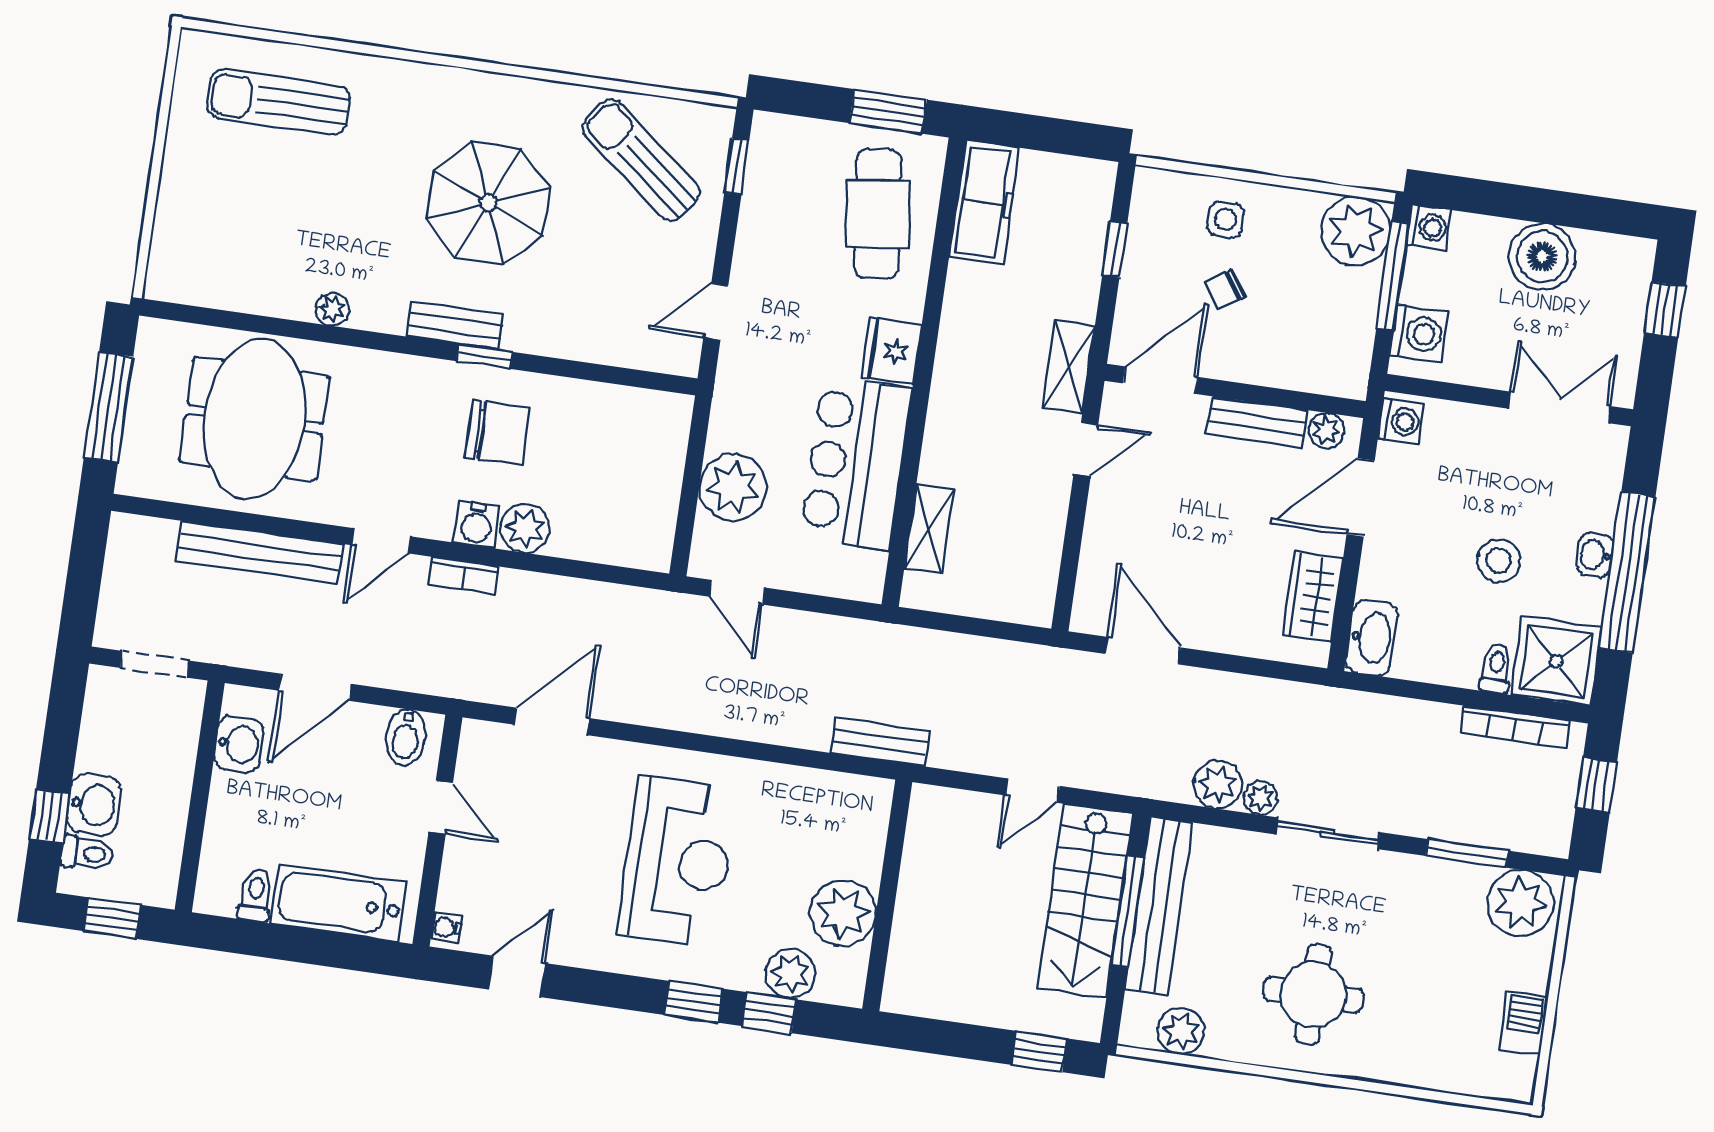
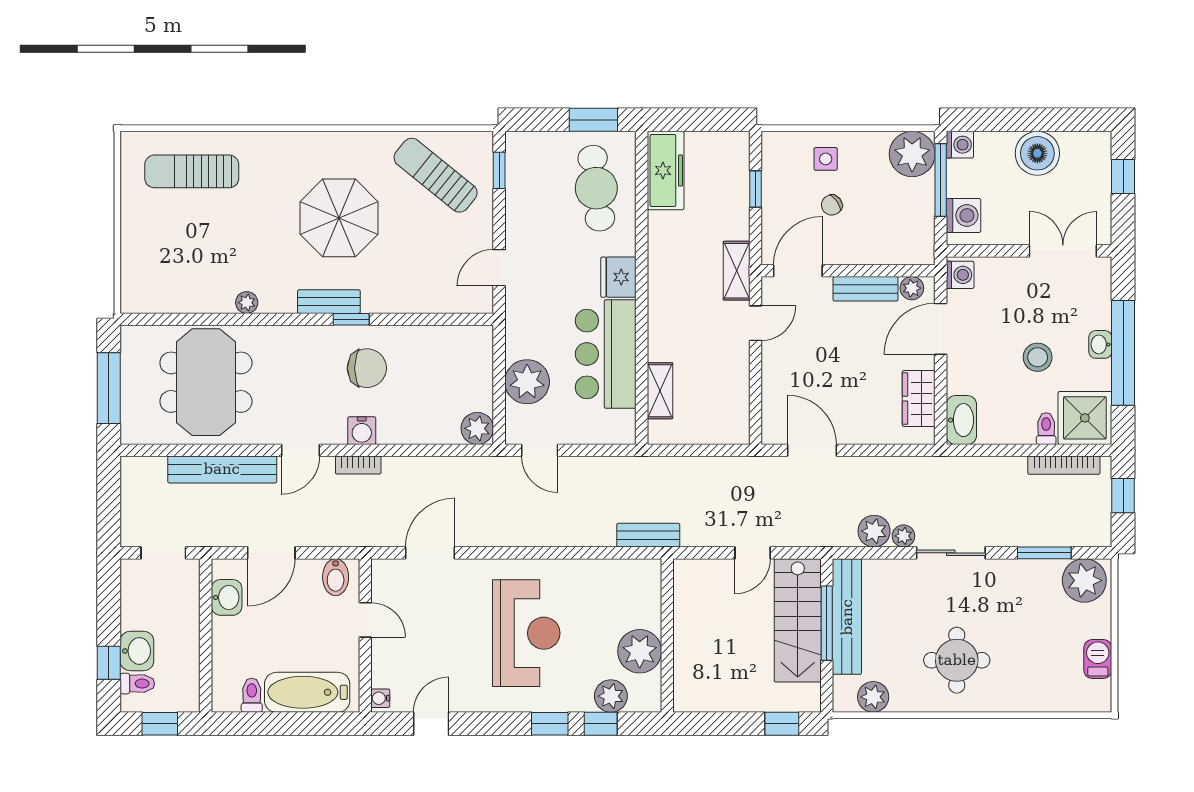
plant: (525, 528) -> (477, 428), moved

